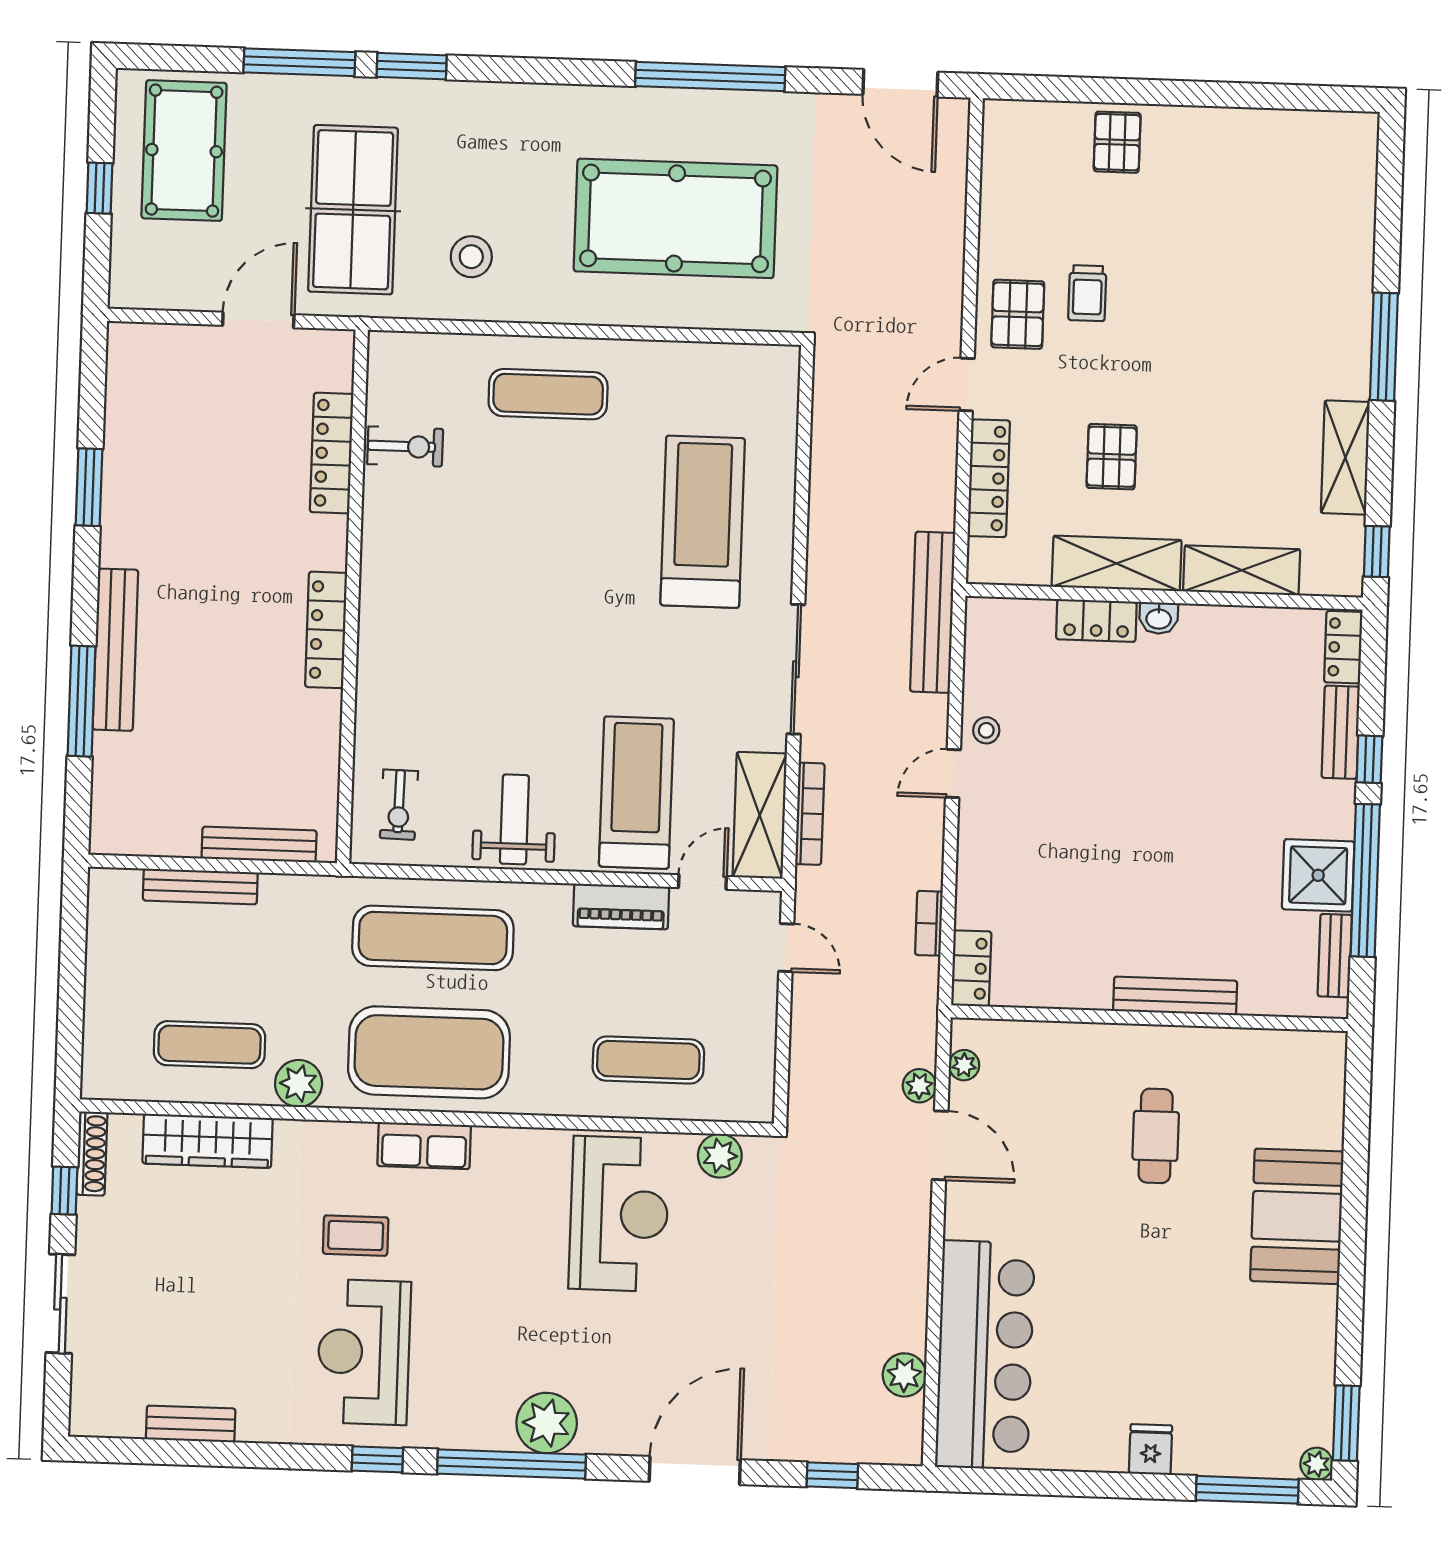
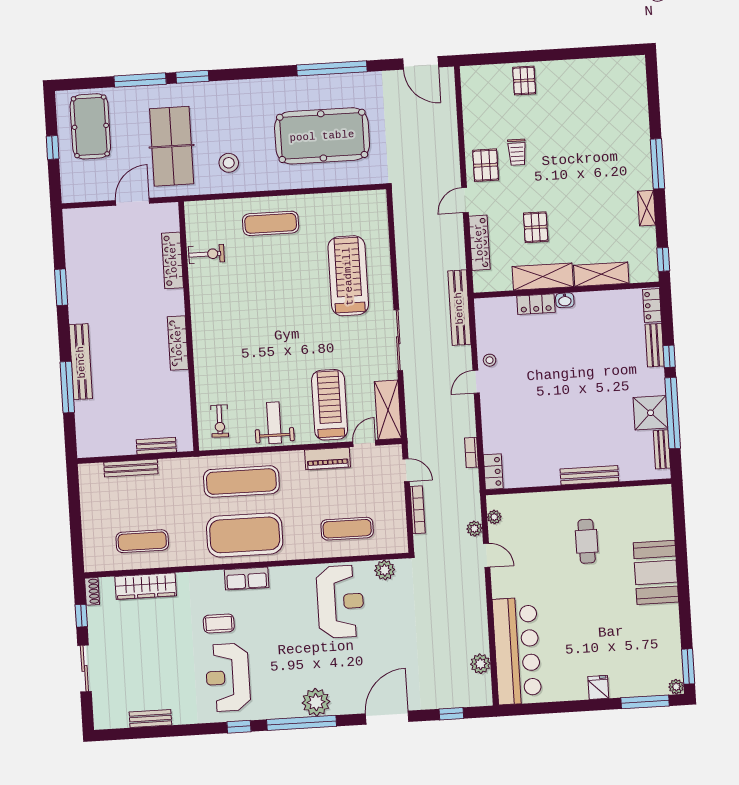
shelving: (1345, 457) -> (647, 208), width x0.67, depth x0.75
bookcase: (810, 814) -> (418, 510), moved
bench: (259, 845) -> (156, 446), width x0.73
plant: (299, 1083) -> (185, 555), removed
door: (940, 1145) -> (487, 555), width x0.73
shoe rack: (92, 1154) -> (92, 591), width x0.70

